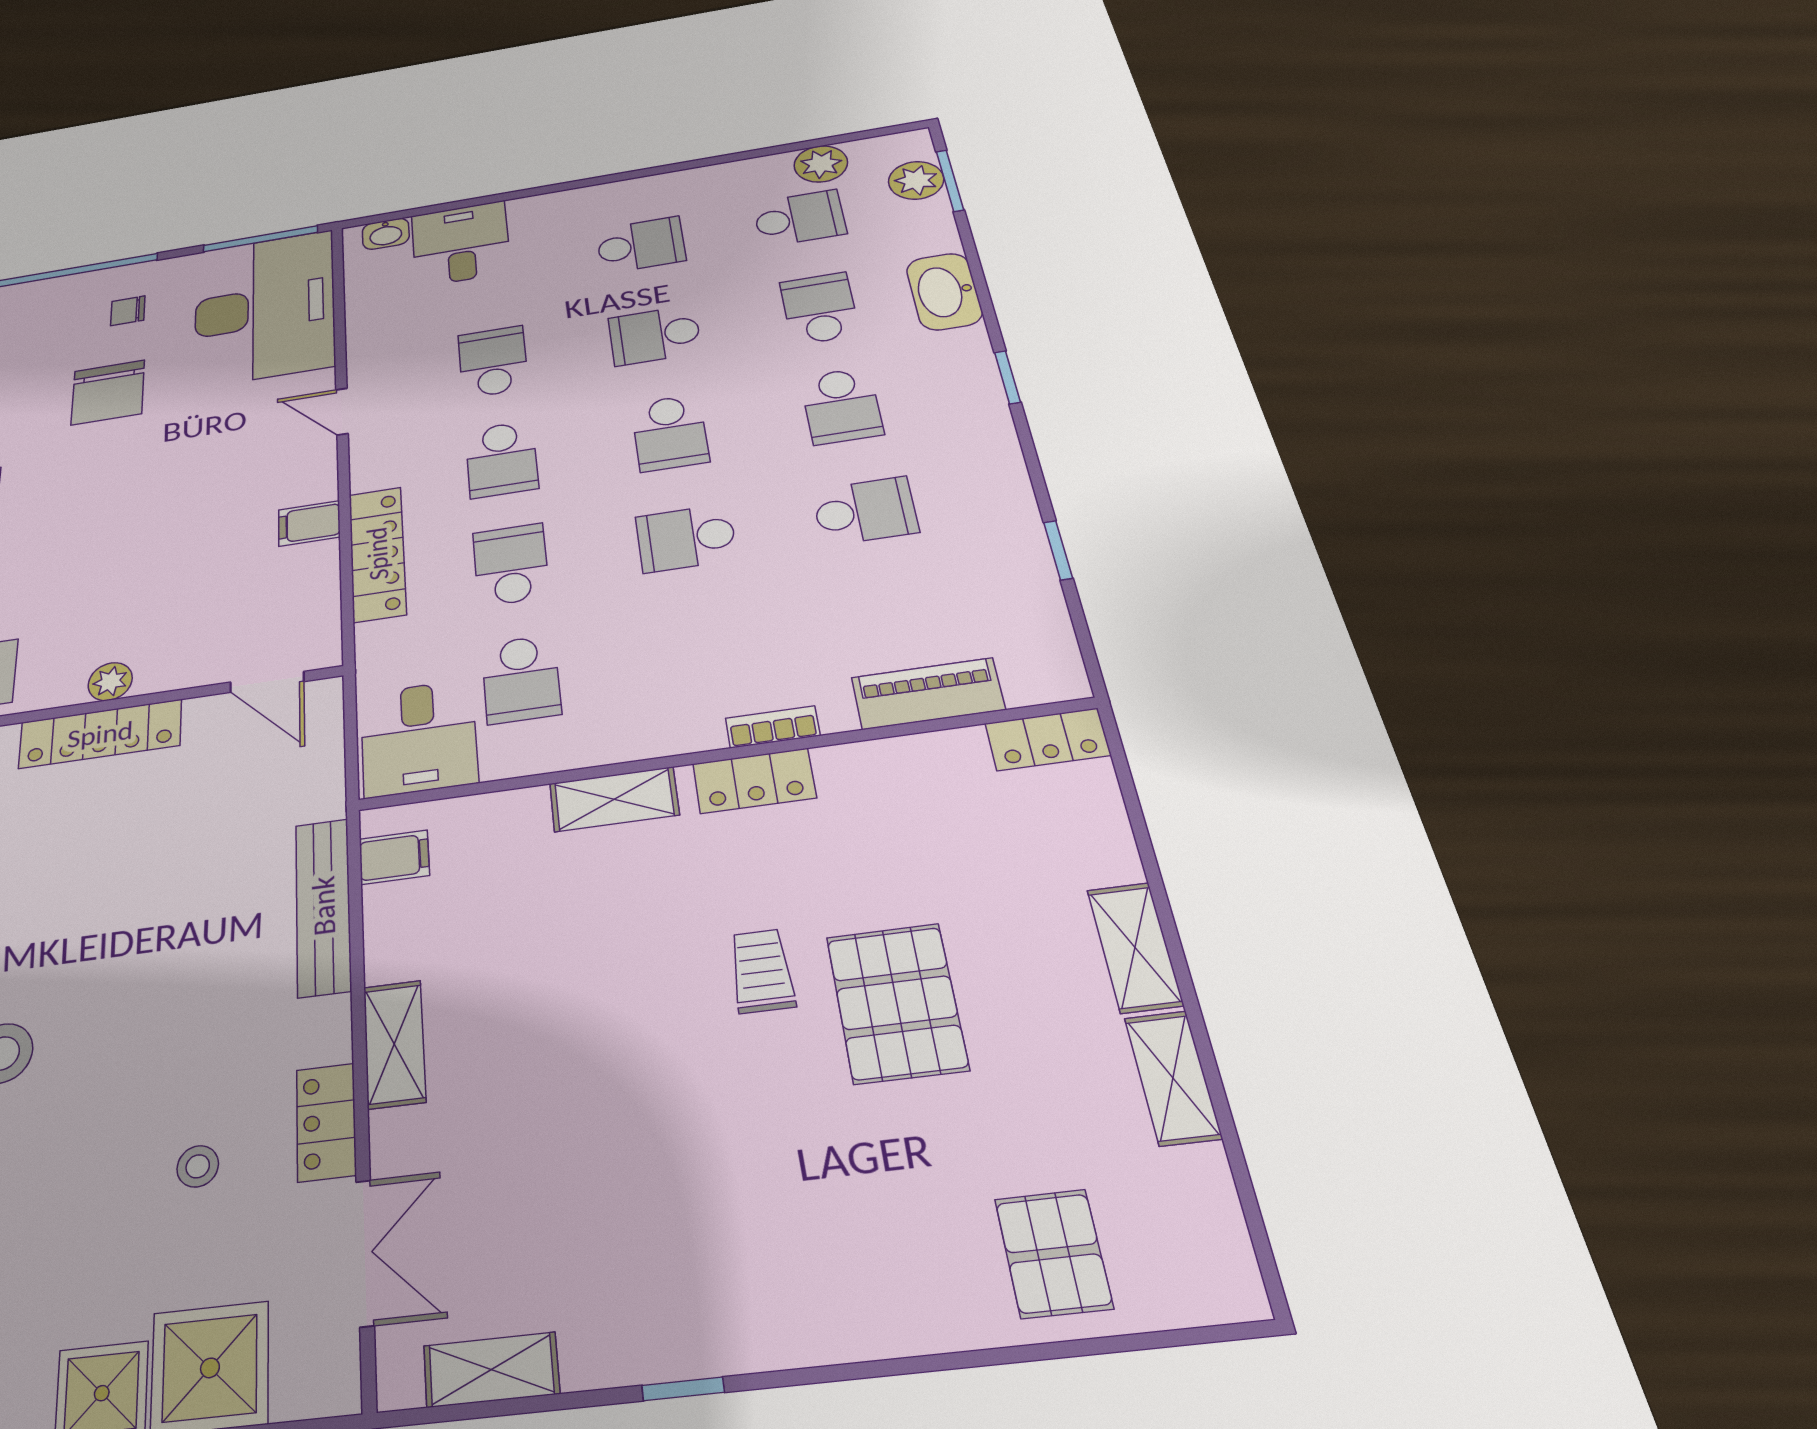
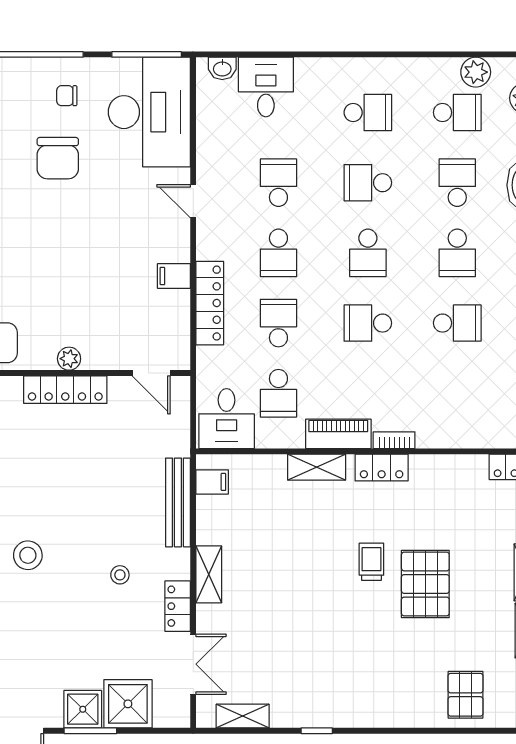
piano: (928, 693) -> (338, 434), moved
stool: (198, 1166) -> (120, 575), moved

